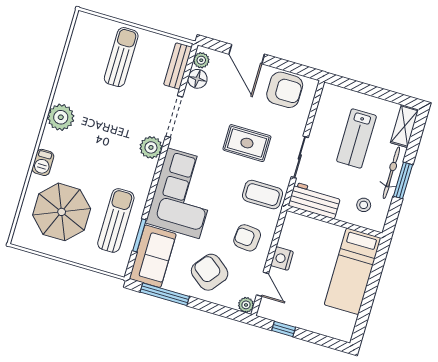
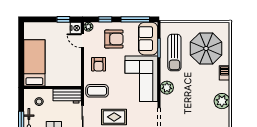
plant: (151, 147) -> (167, 88), moved
armchair: (247, 238) -> (99, 64), turned 85
nightstand: (282, 259) -> (76, 28), moved
armchair: (210, 272) -> (114, 39), turned -38
window: (214, 309) -> (105, 19), added

